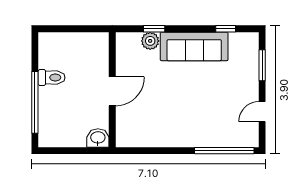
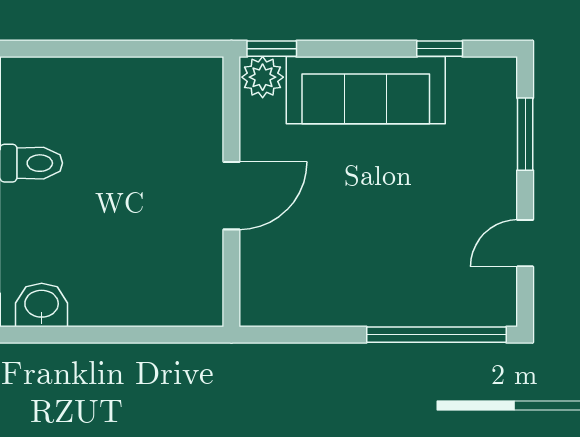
wall: (112, 90) -> (231, 192), moved
door: (112, 91) -> (231, 196), moved
washbasin: (98, 138) -> (42, 305), moved

